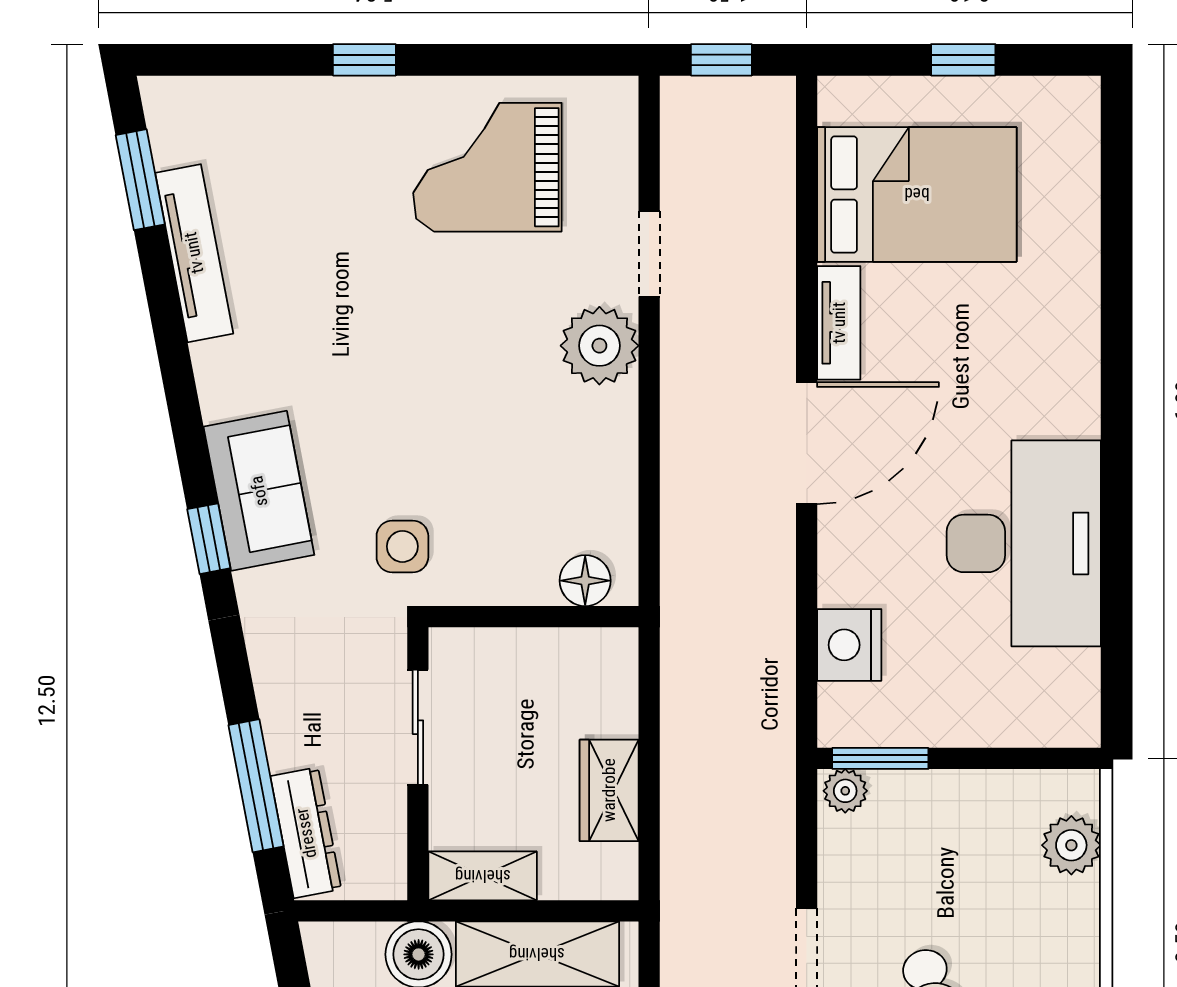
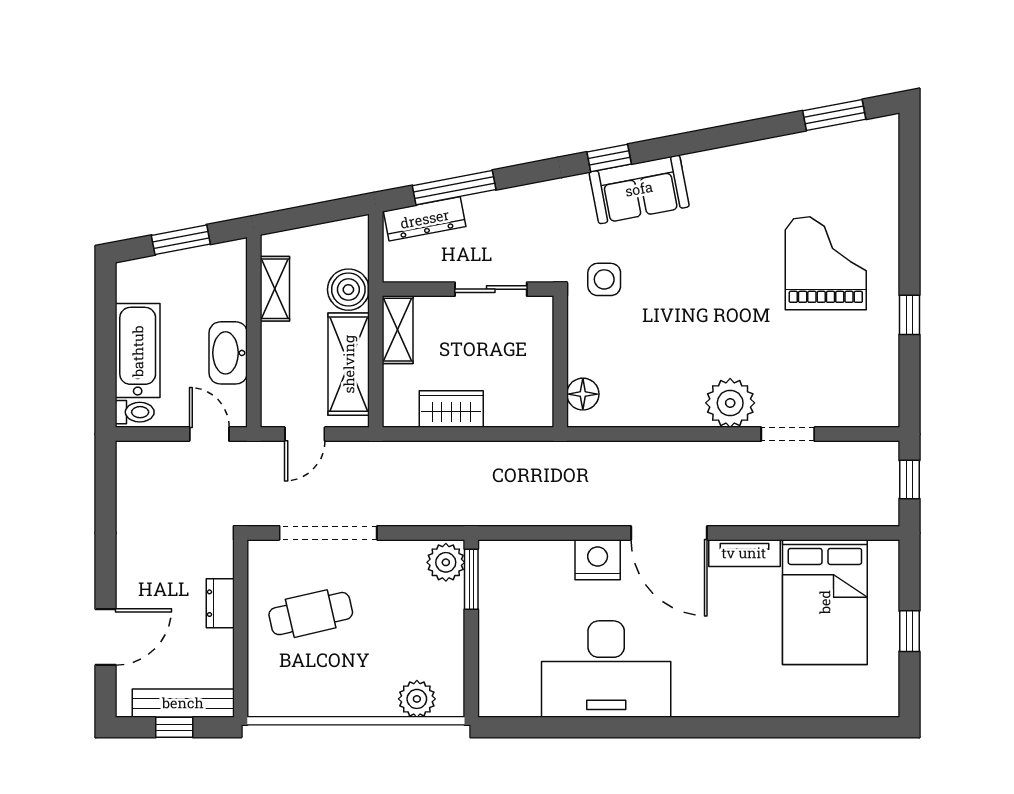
window: (364, 60) -> (909, 315), moved
grand piano: (487, 167) -> (826, 263), moved
tv unit: (194, 253) -> (788, 149), removed
nightstand: (849, 645) -> (598, 560), moved
plant: (845, 791) -> (446, 562), width x1.38, depth x1.38

